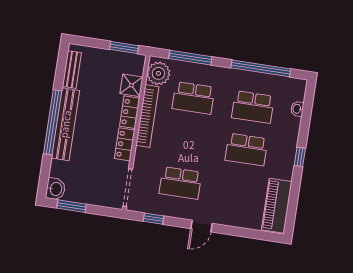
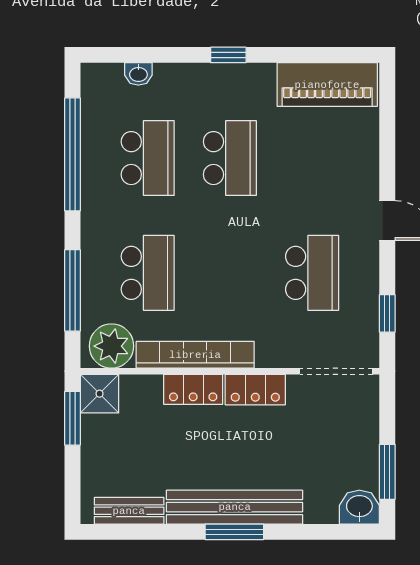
shower: (131, 85) -> (100, 394), moved
window: (53, 122) -> (234, 532), width x0.47

